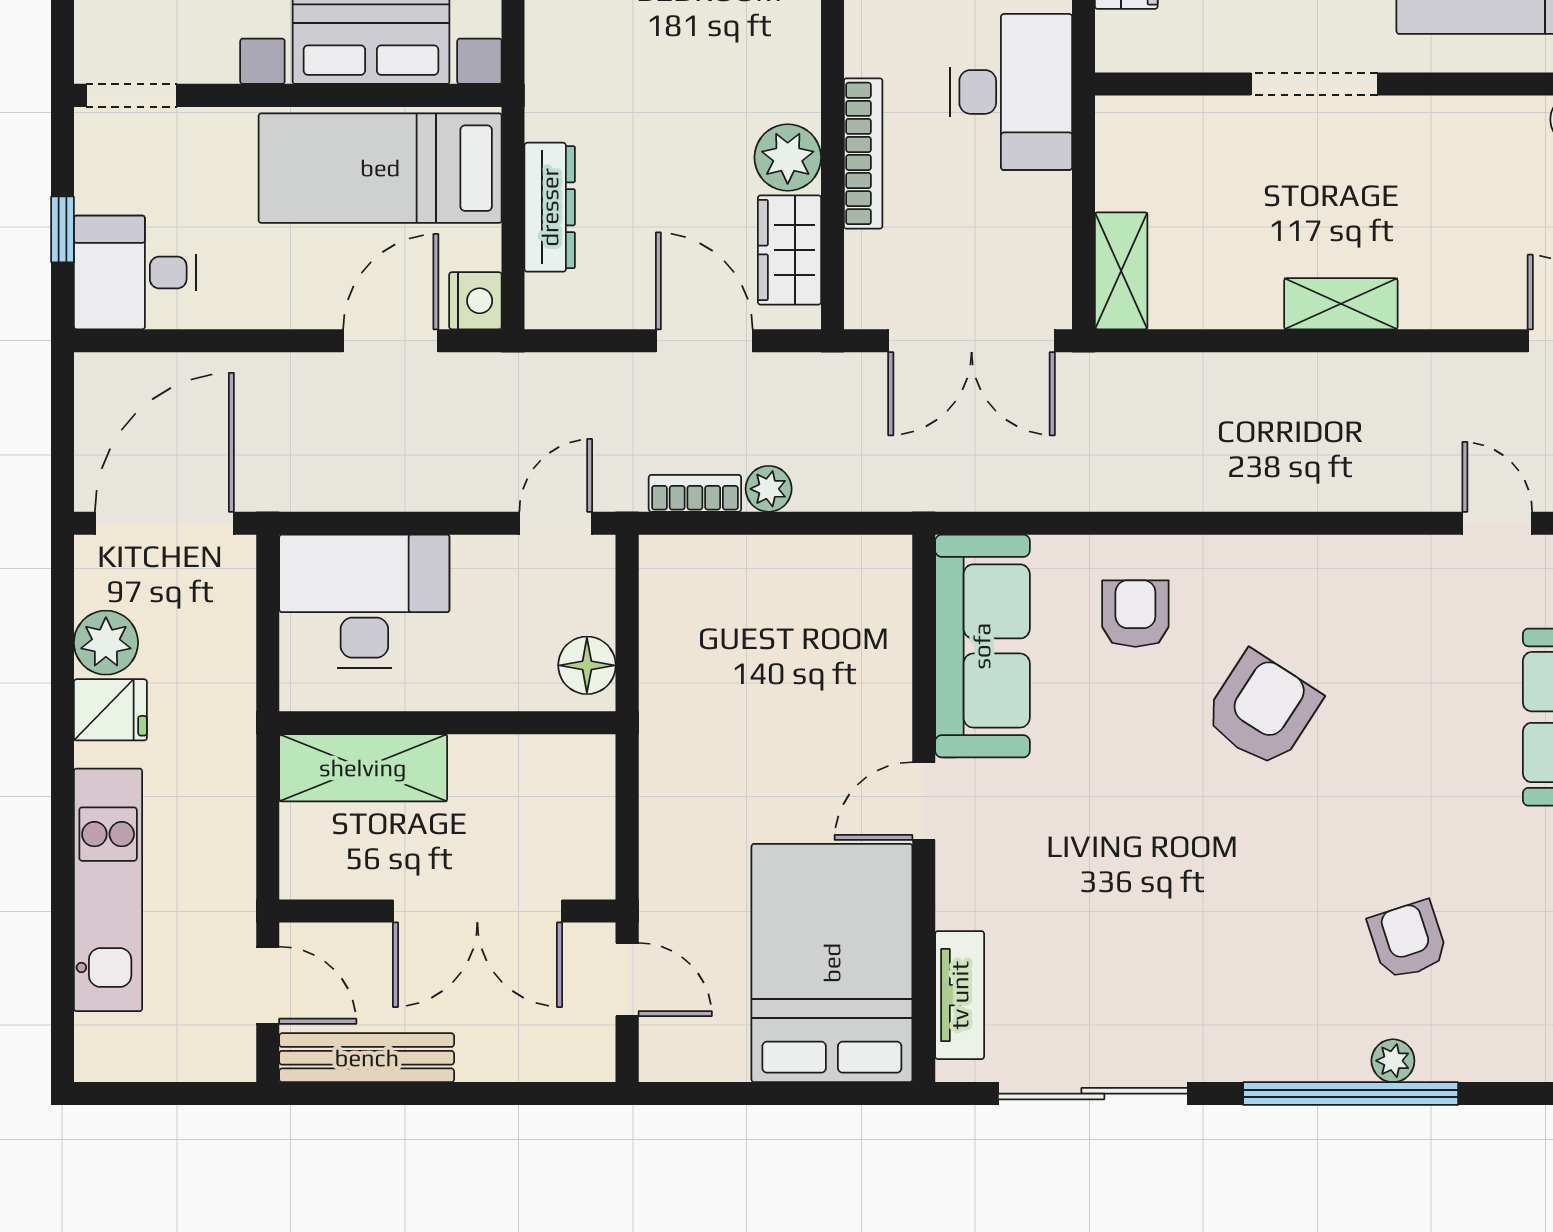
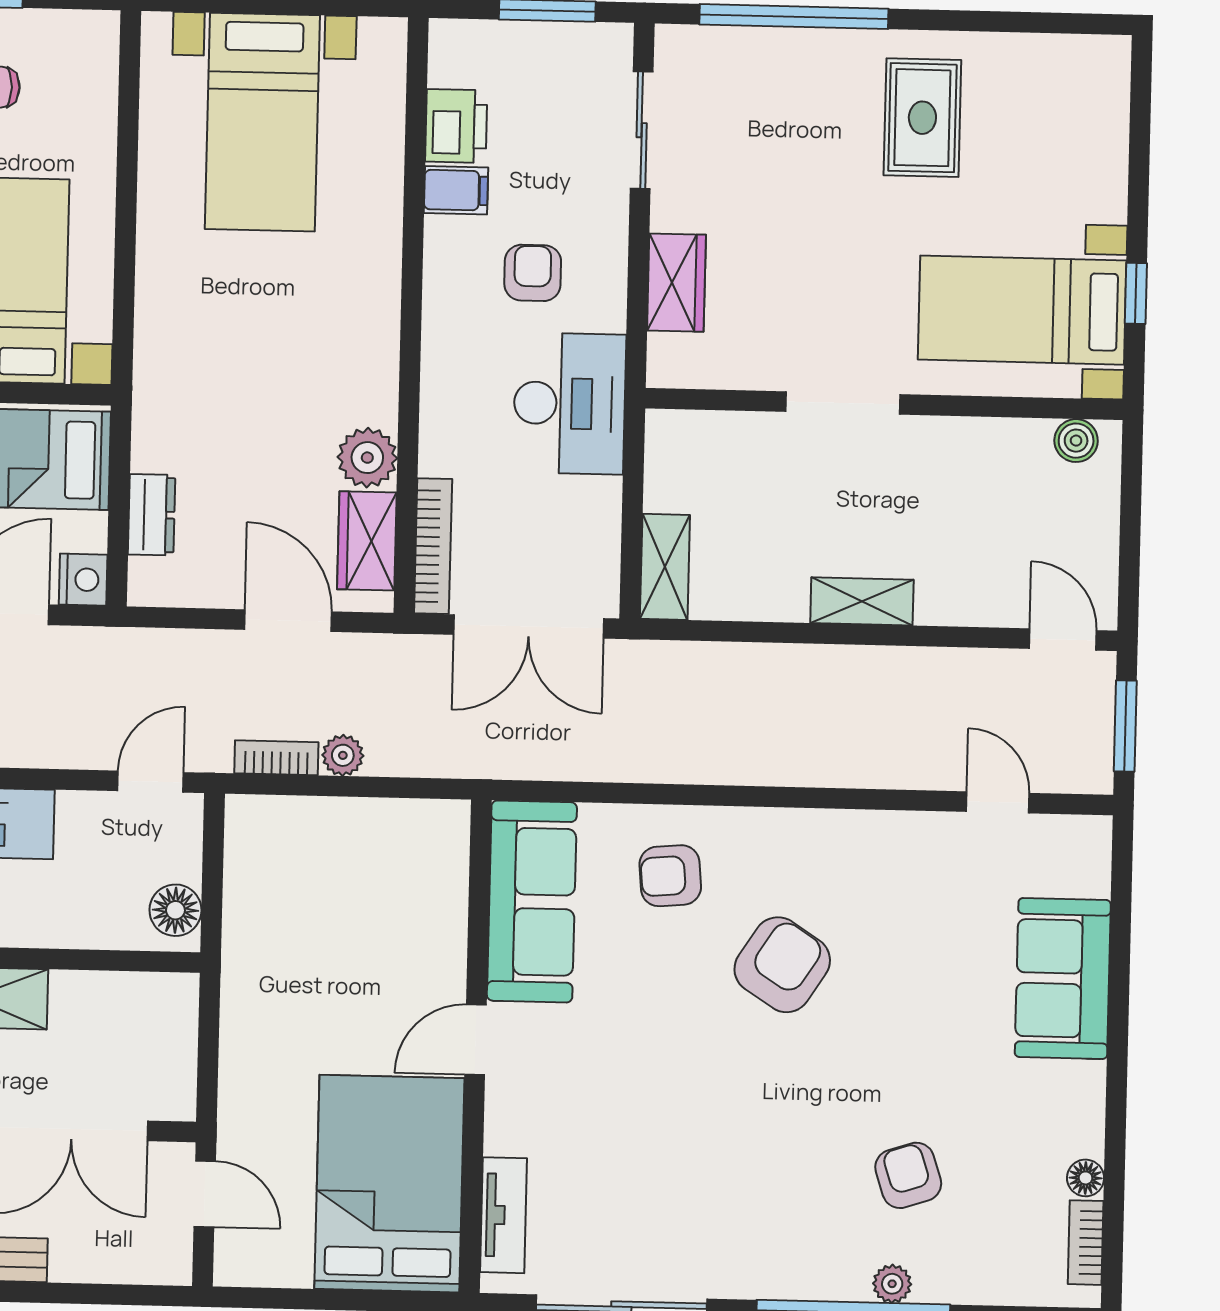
bookcase: (863, 153) -> (433, 546), moved
dresser: (550, 207) -> (152, 515), width x0.70
armchair: (1135, 614) -> (670, 876), turned -95

